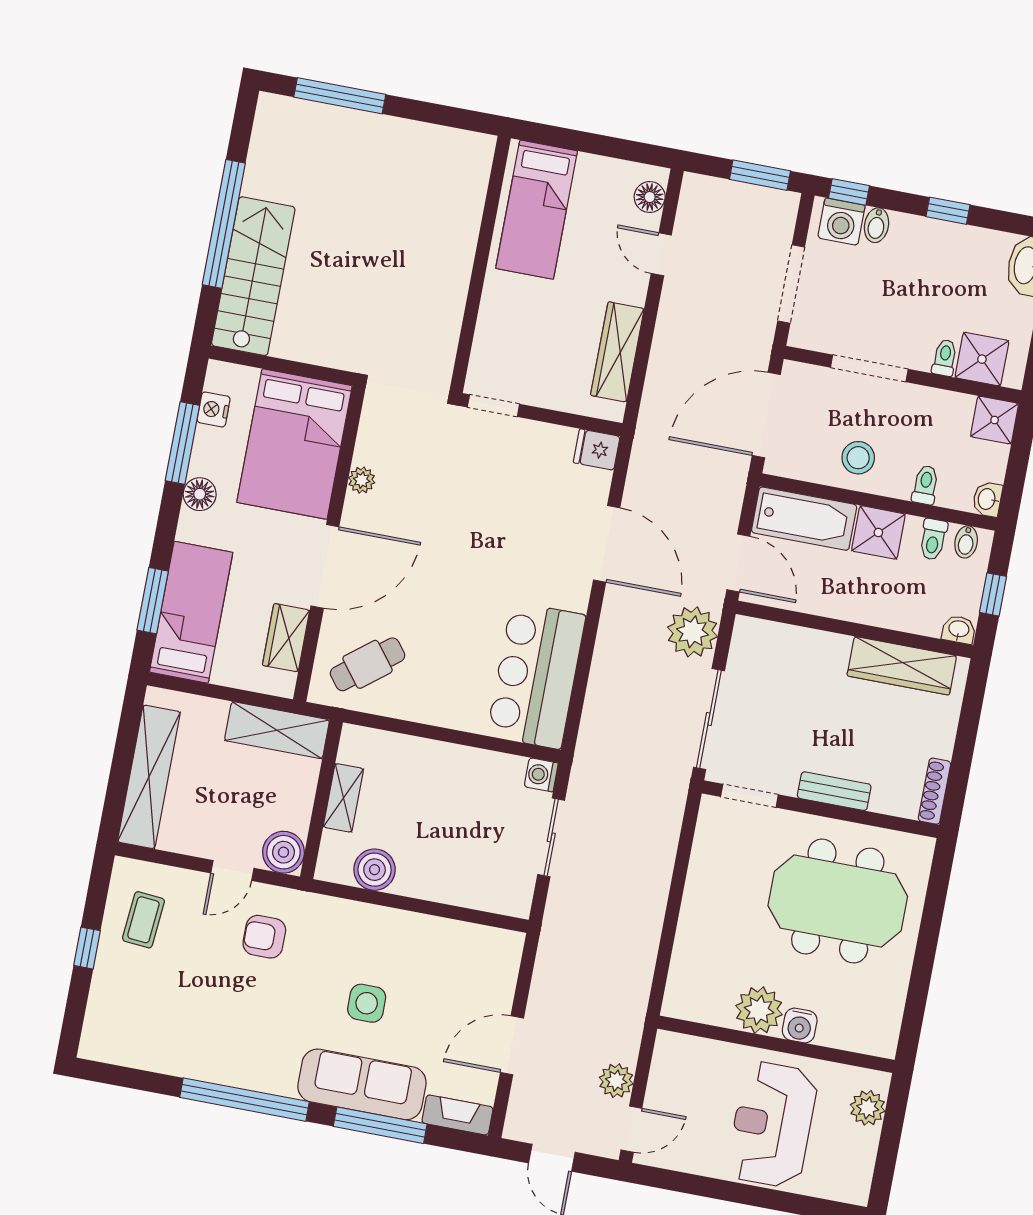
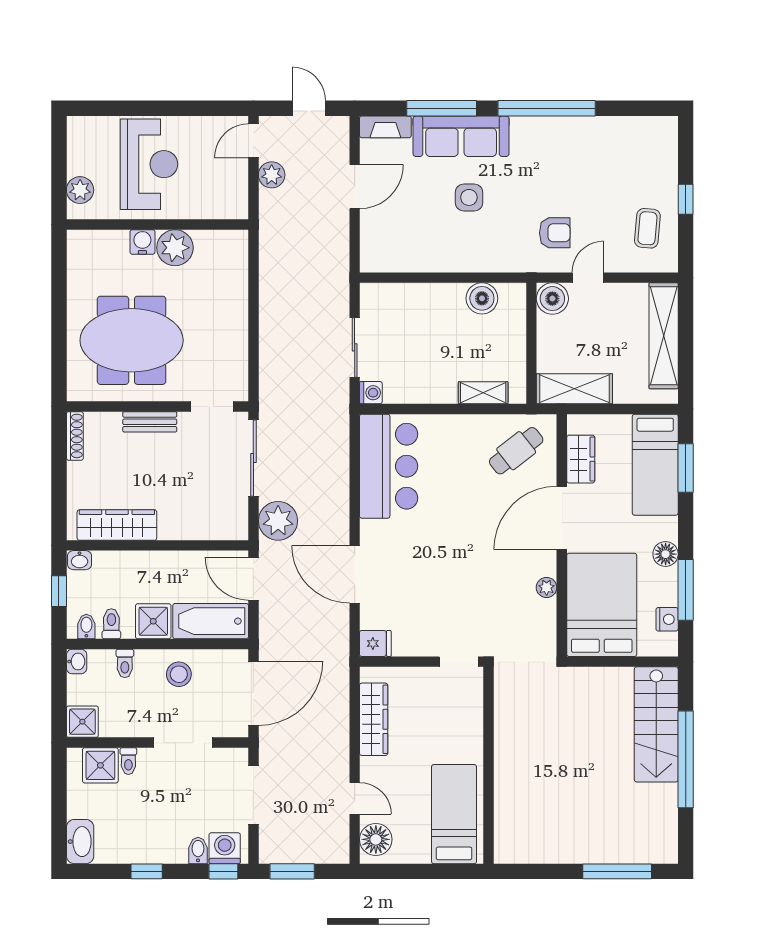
floor lamp: (650, 197) -> (376, 839), width x1.38, depth x1.38
shelving: (343, 798) -> (483, 393), moved, turned 90

